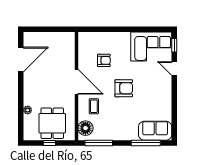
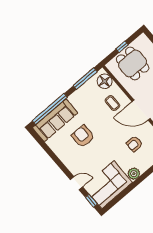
plant: (124, 38) -> (134, 174), added
armchair: (124, 88) -> (83, 136), moved, turned 90
sofa: (155, 131) -> (55, 120), width x1.36
window: (146, 143) -> (50, 109), width x1.46

